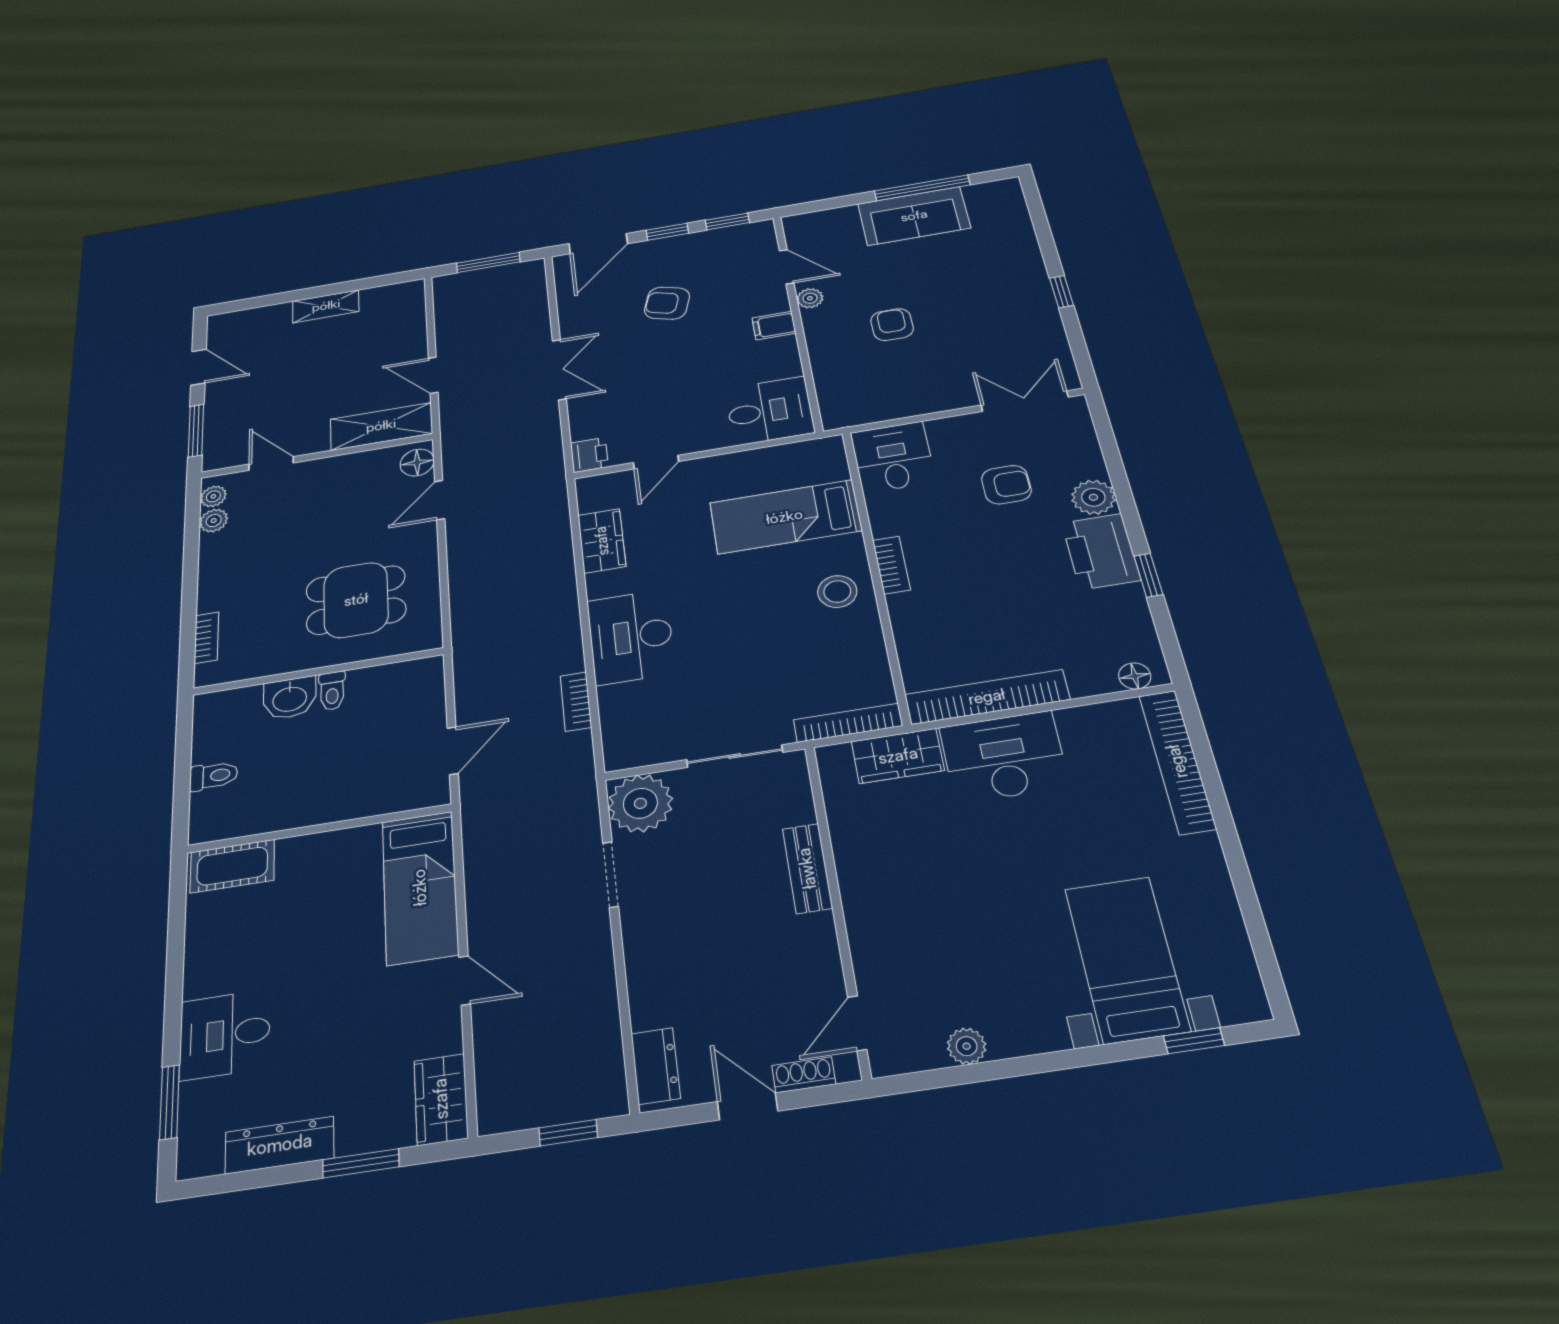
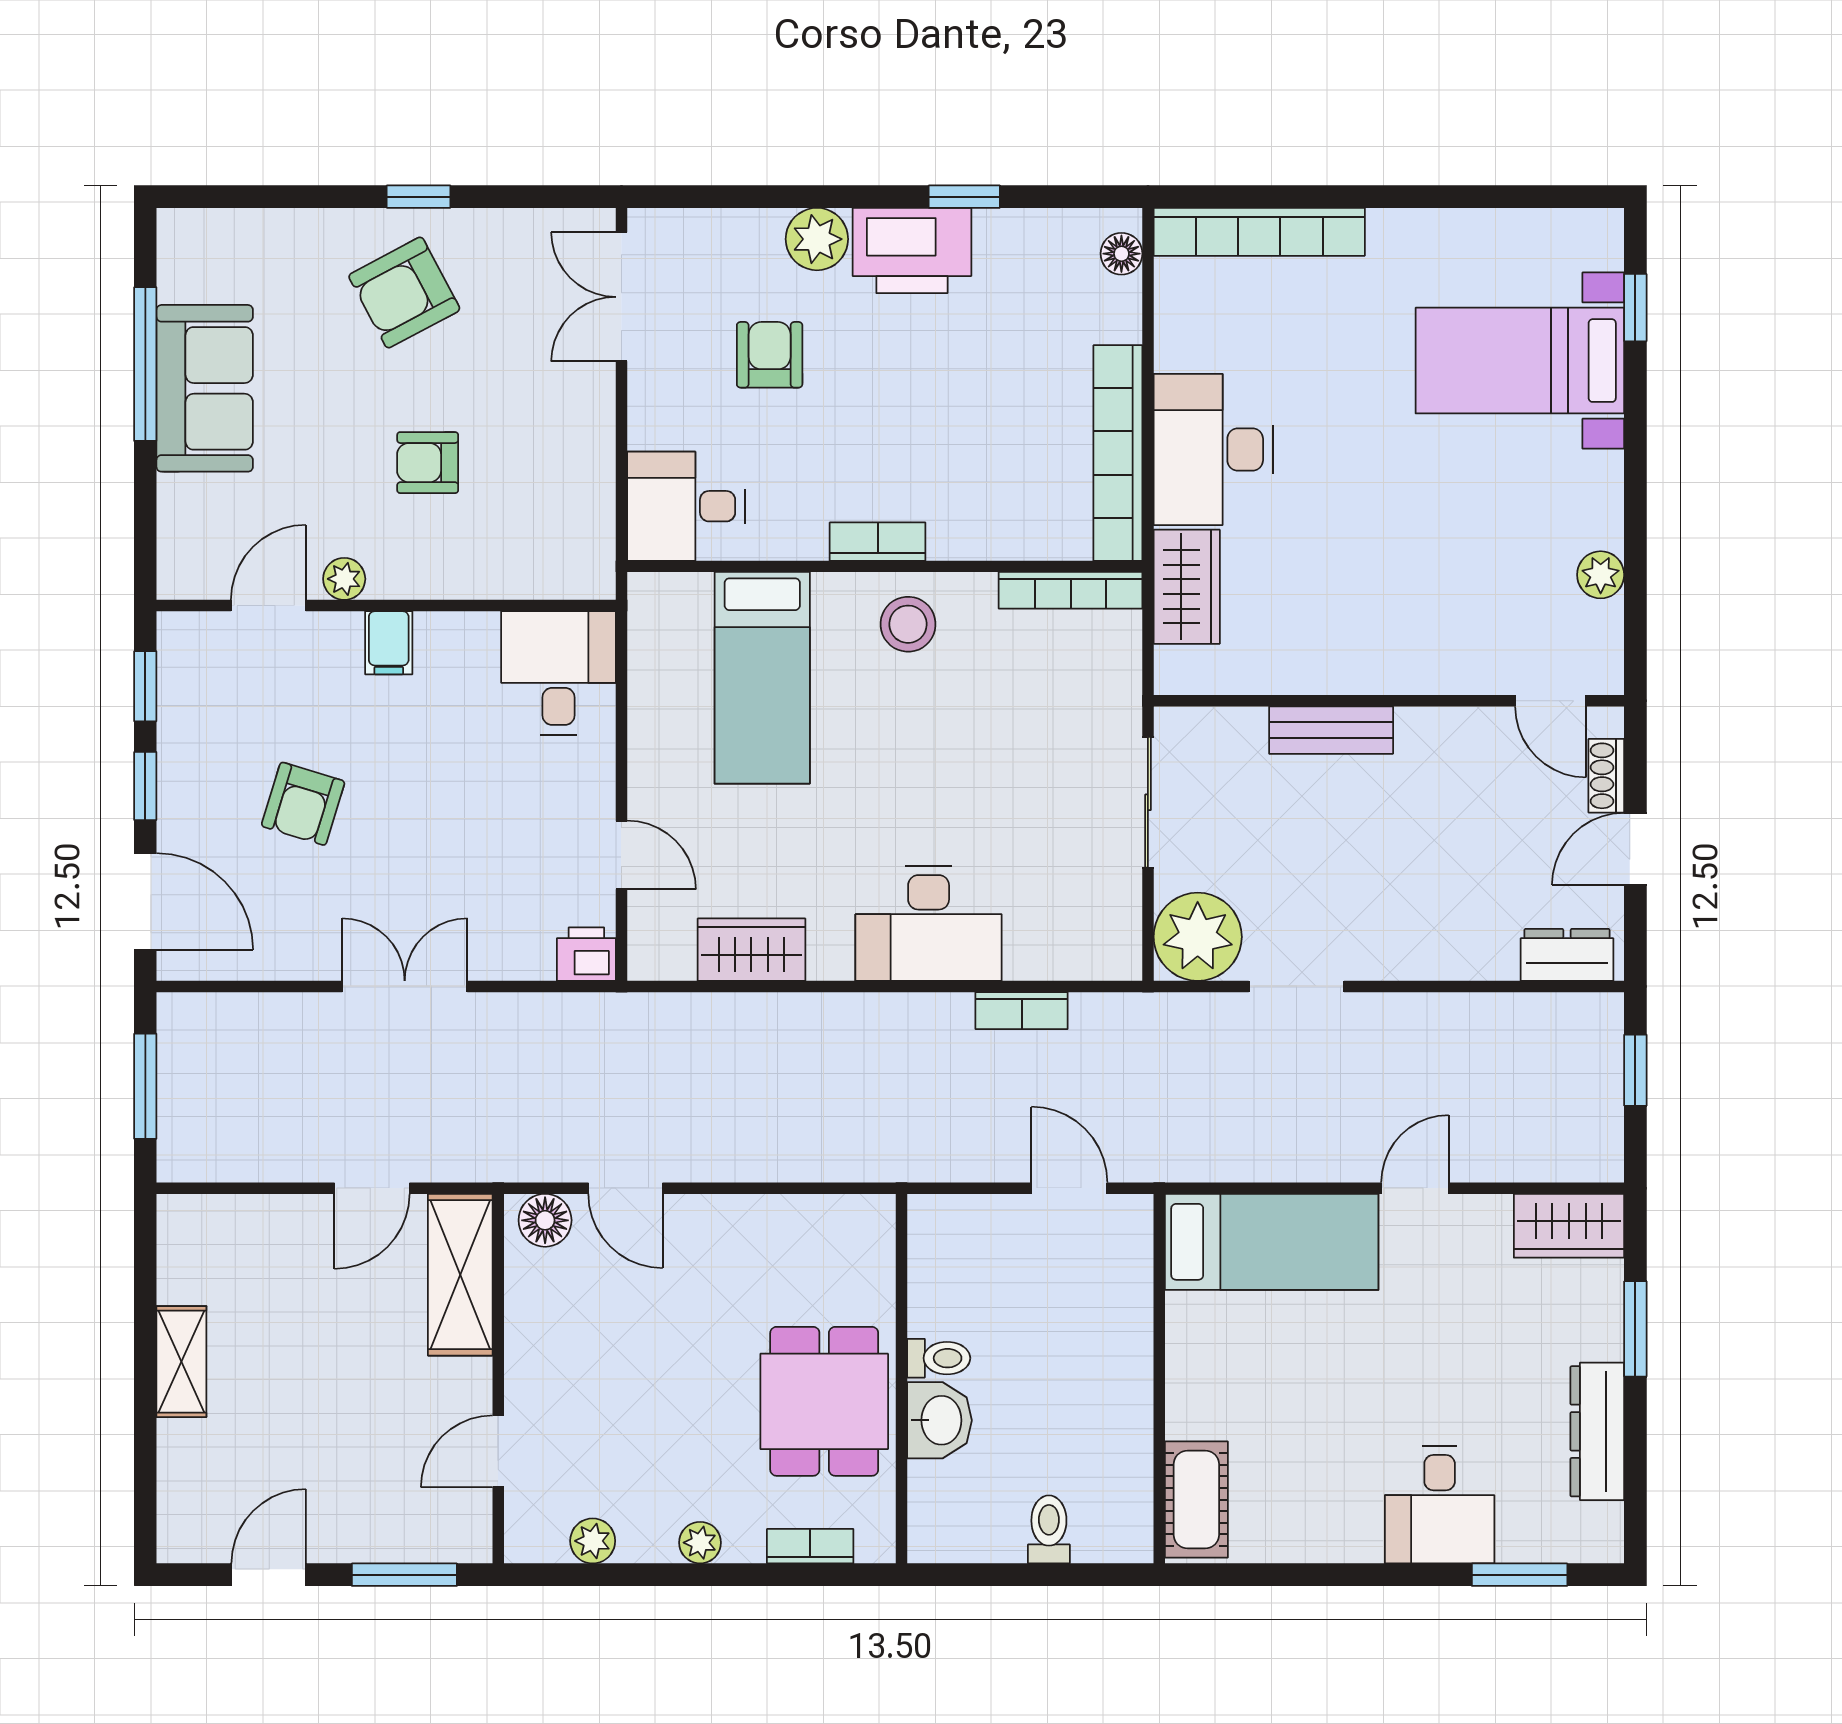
armchair: (998, 295) -> (404, 293), added
plant: (213, 496) -> (700, 1543), moved
dining table: (356, 600) -> (824, 1401), moved
bookcase: (848, 723) -> (1071, 590), moved, turned -90

